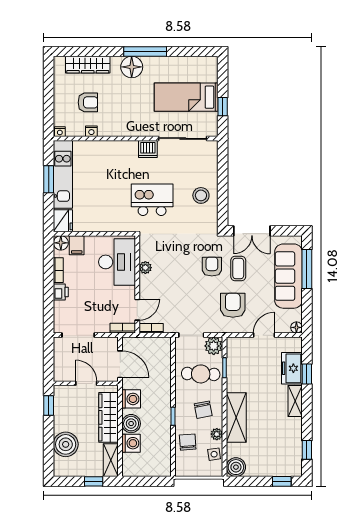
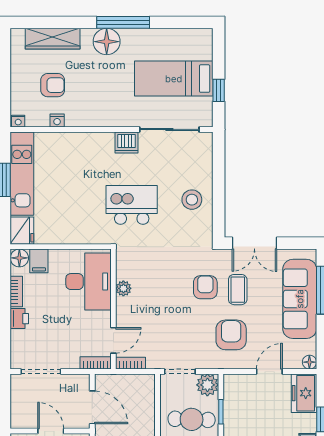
freezer: (292, 368) -> (304, 393), moved

